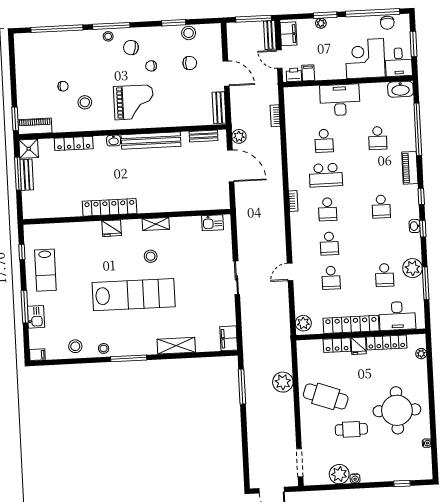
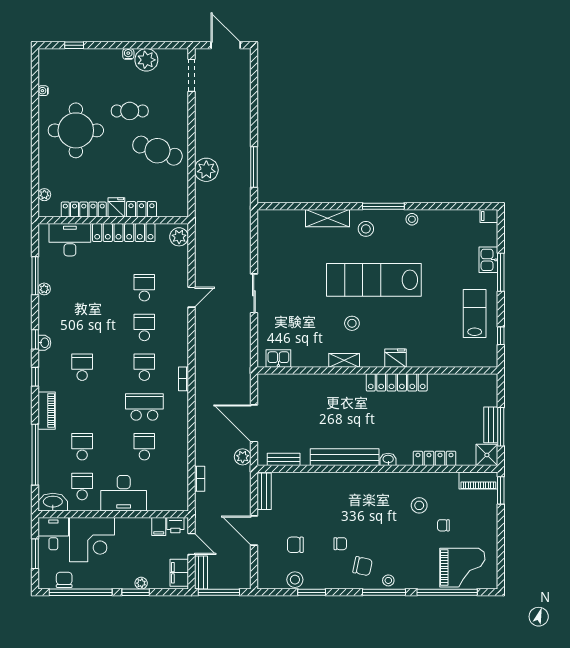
grand piano: (134, 102) -> (462, 568), moved, turned 180
plant: (412, 268) -> (44, 289), width x0.53, depth x0.53
school desk: (385, 275) -> (82, 487), moved
filing cabinet: (229, 338) -> (266, 224), removed
stool: (75, 346) -> (366, 229), moved

